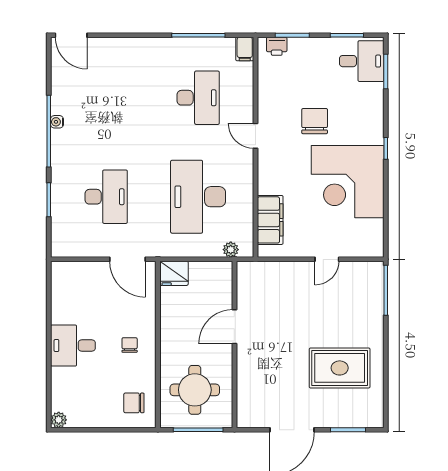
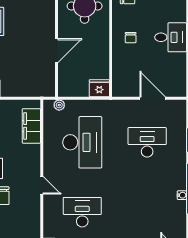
desk: (198, 98) -> (82, 212), turned 90
desk: (106, 197) -> (147, 142), turned 90
door: (127, 259) -> (153, 98), moved

